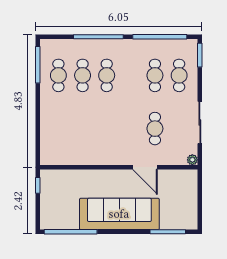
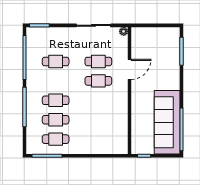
cafe table: (179, 75) -> (98, 81), moved
sofa: (119, 214) -> (167, 122), moved

